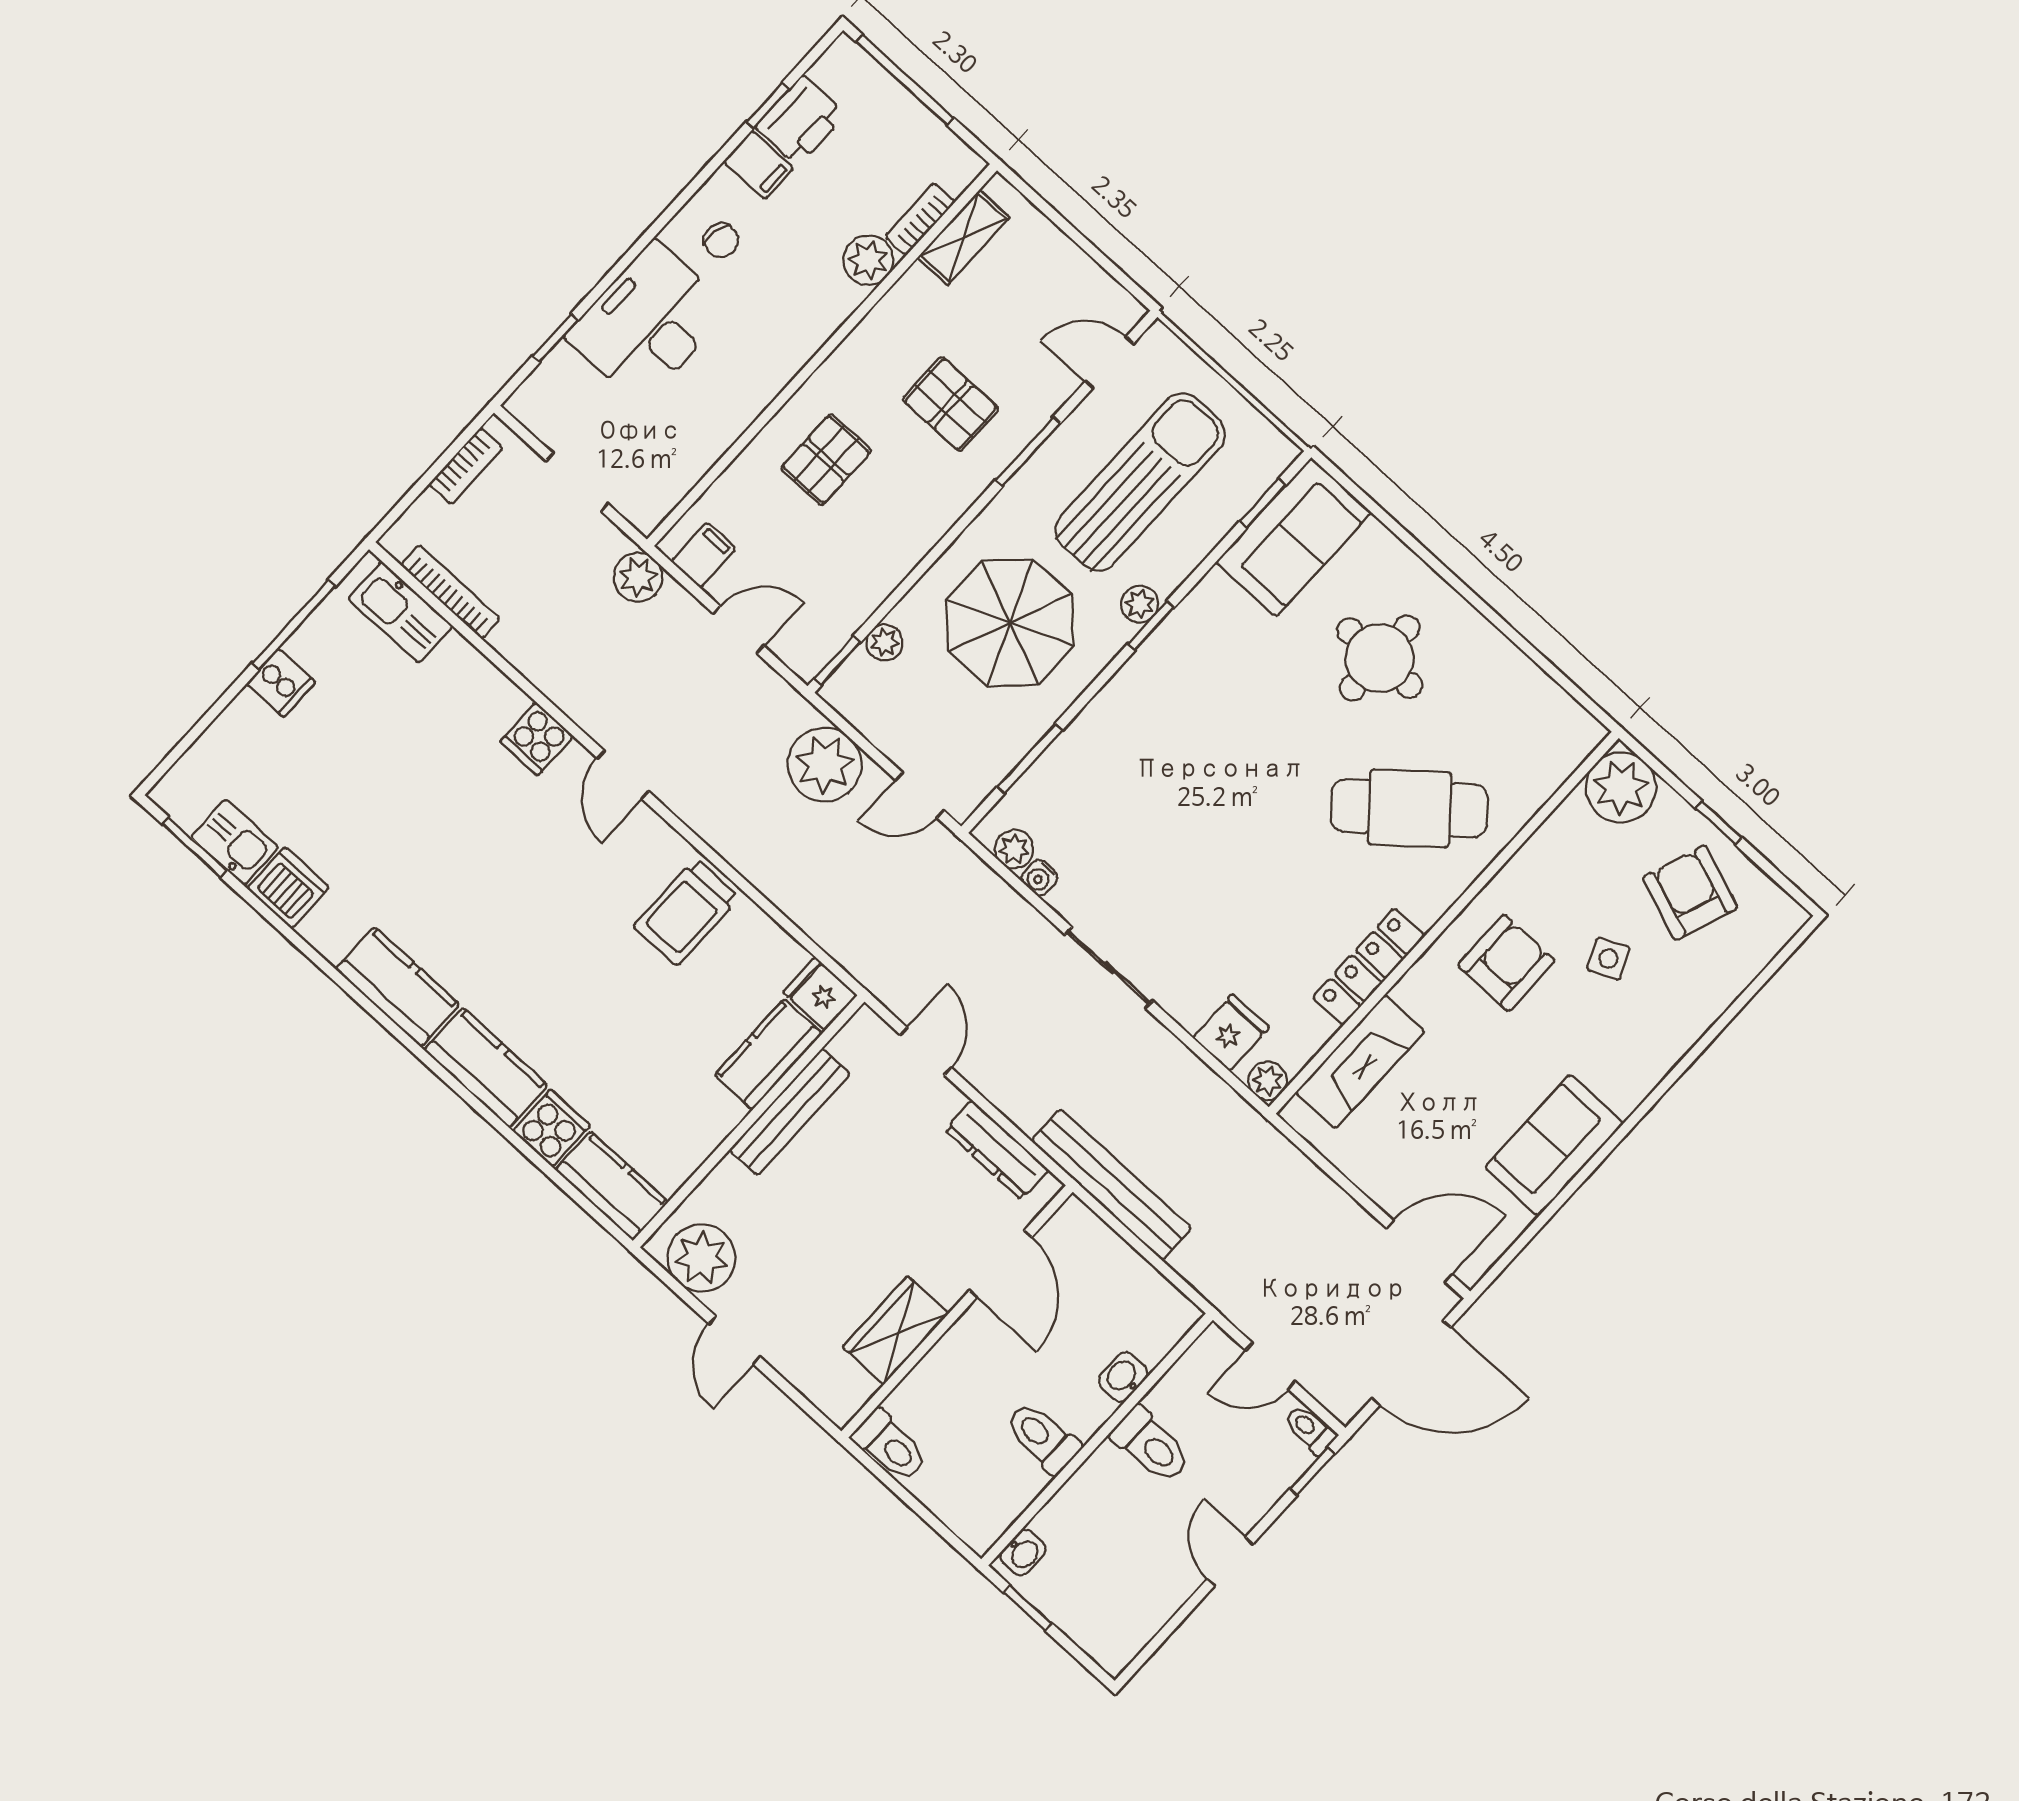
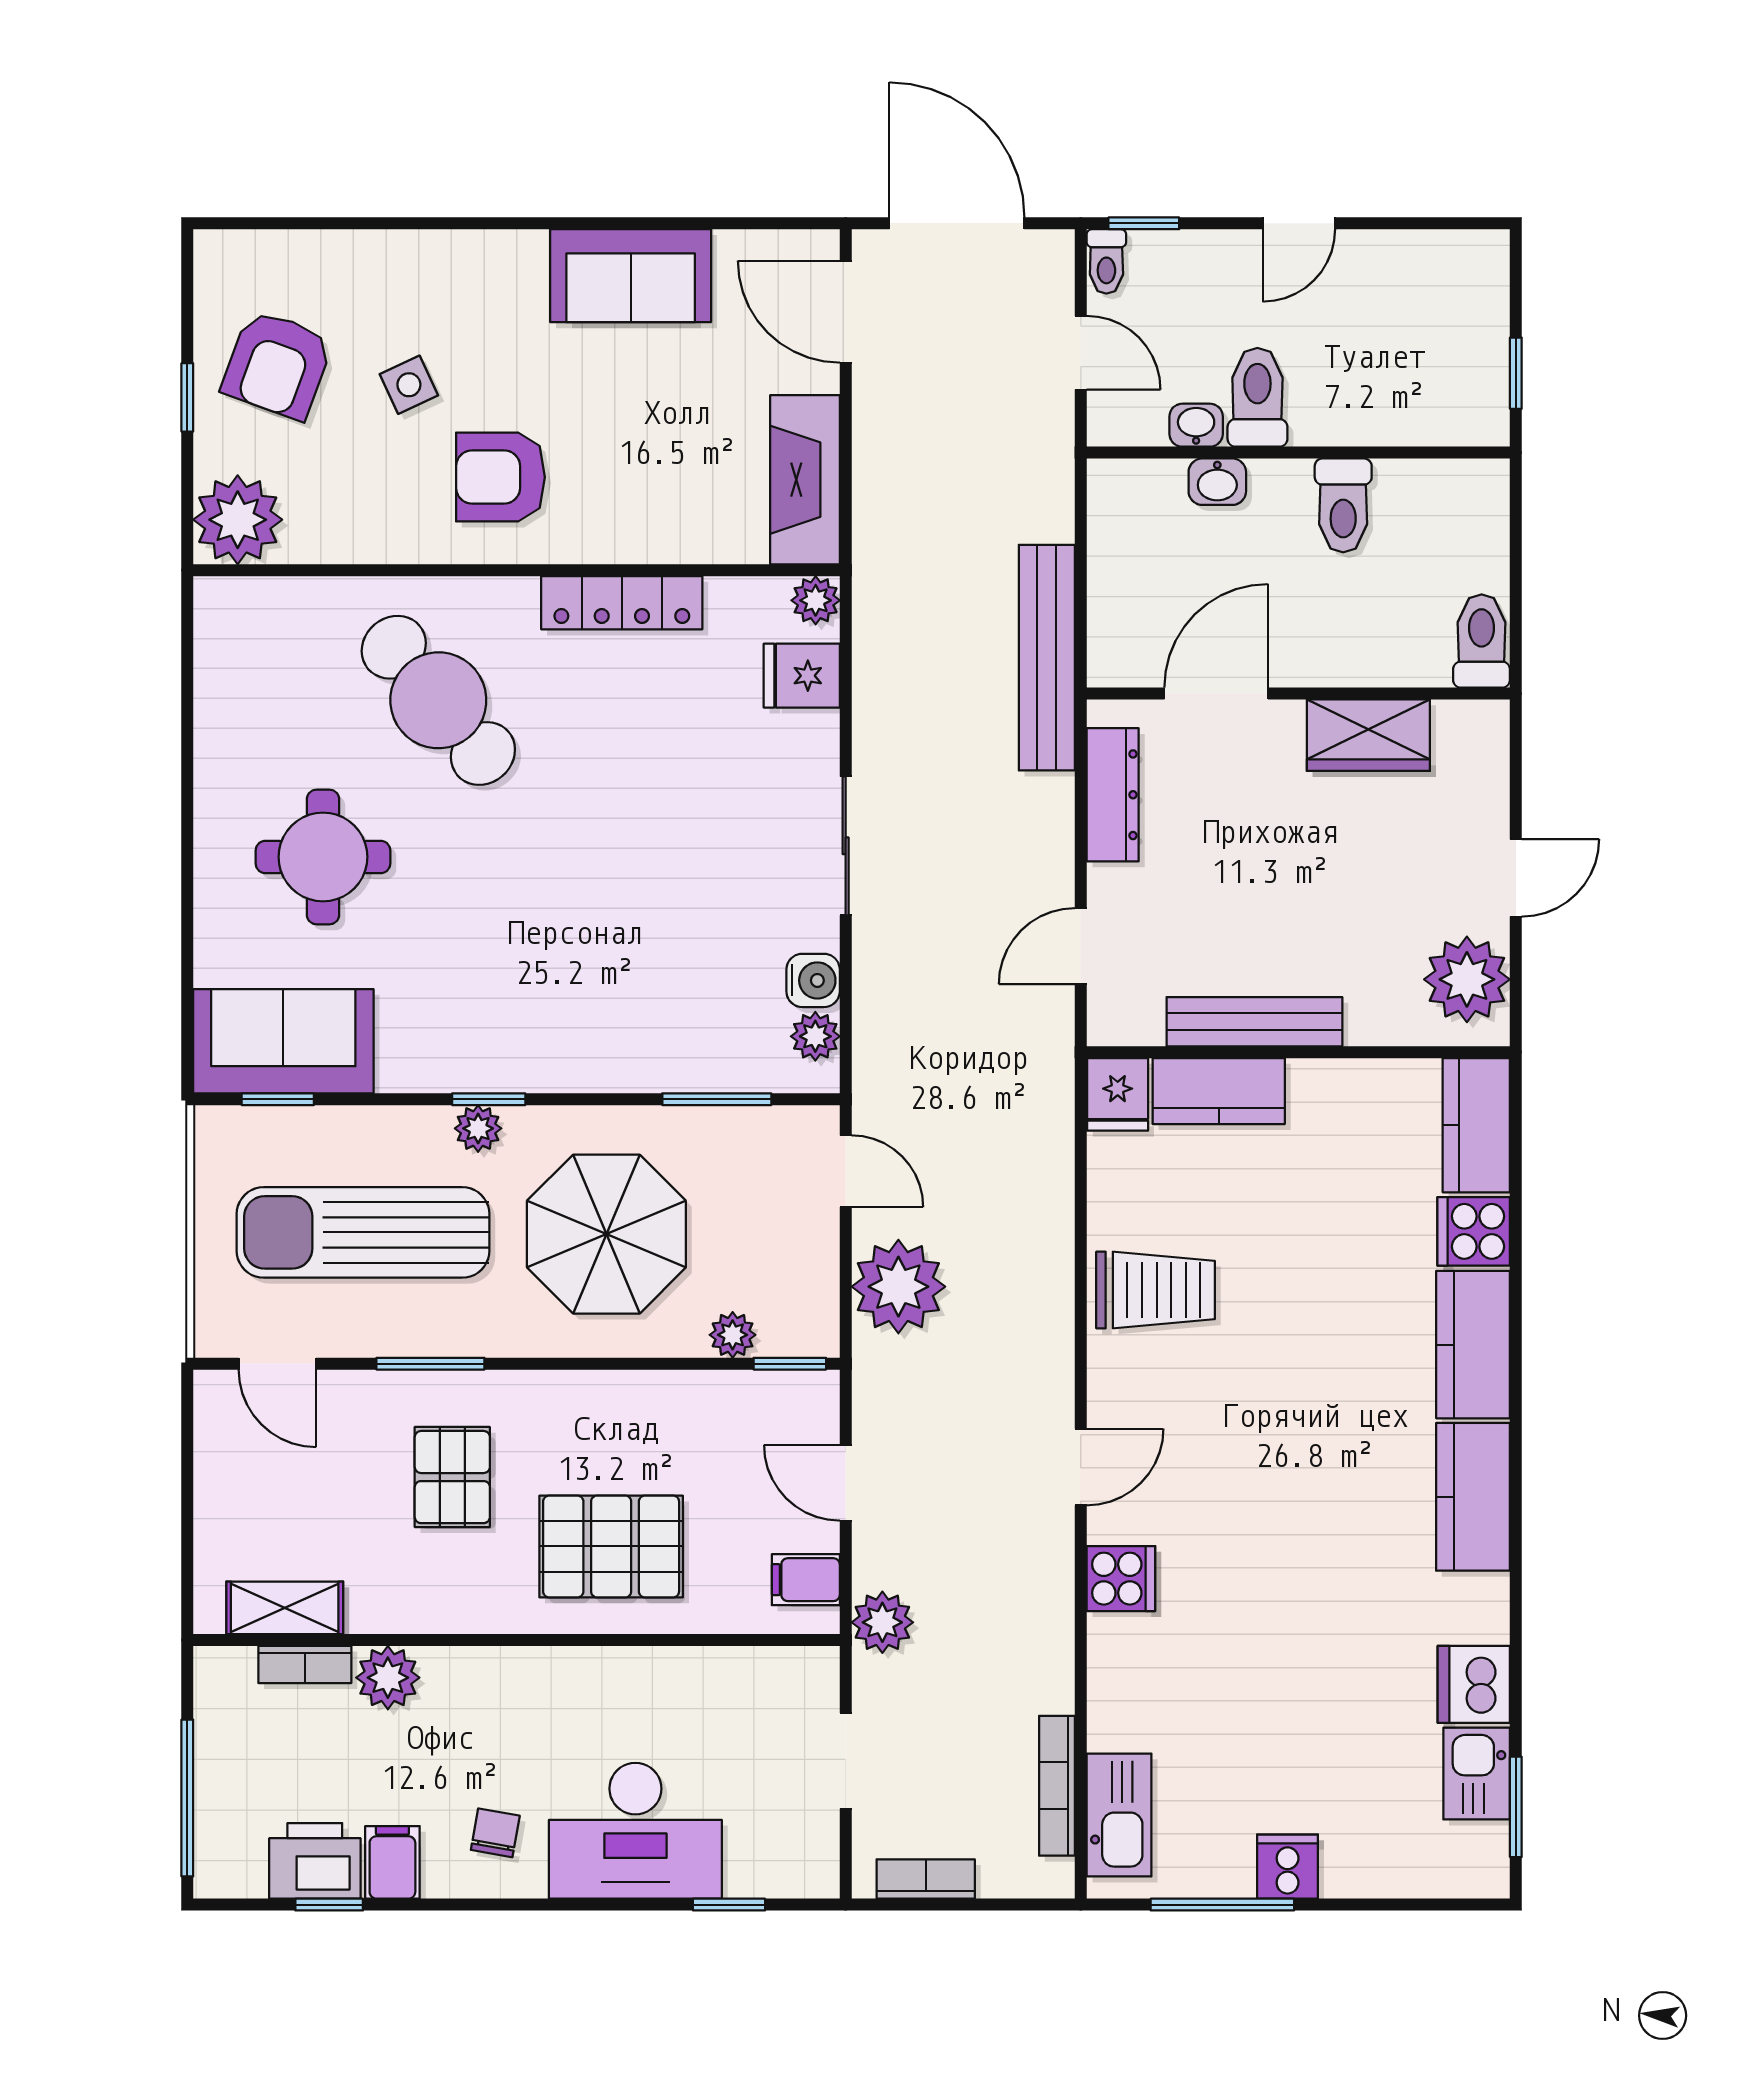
pallet: (826, 460) -> (611, 1546), width x1.50, depth x1.42
water cooler: (1040, 878) -> (813, 980), width x1.38, depth x1.38
fireplace: (1360, 1062) -> (805, 480), moved, turned -90
washbasin: (1023, 1553) -> (1196, 425), moved

